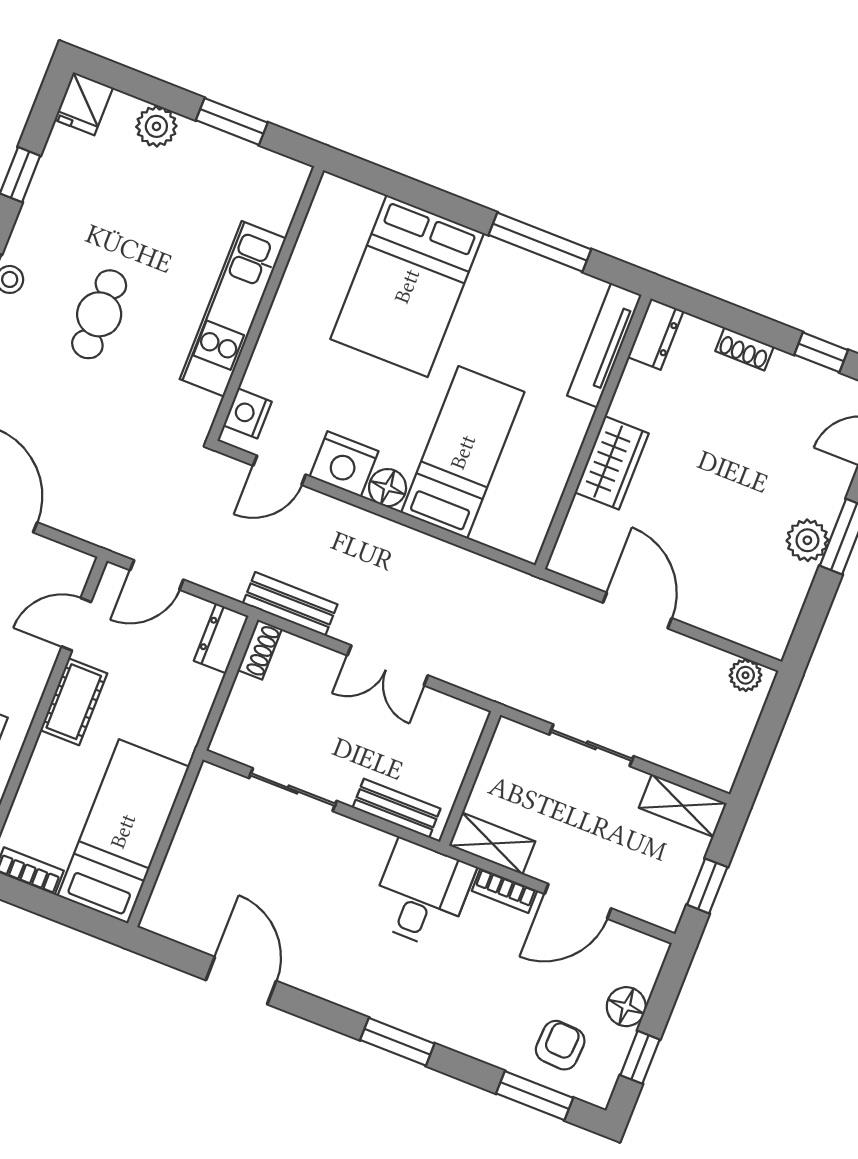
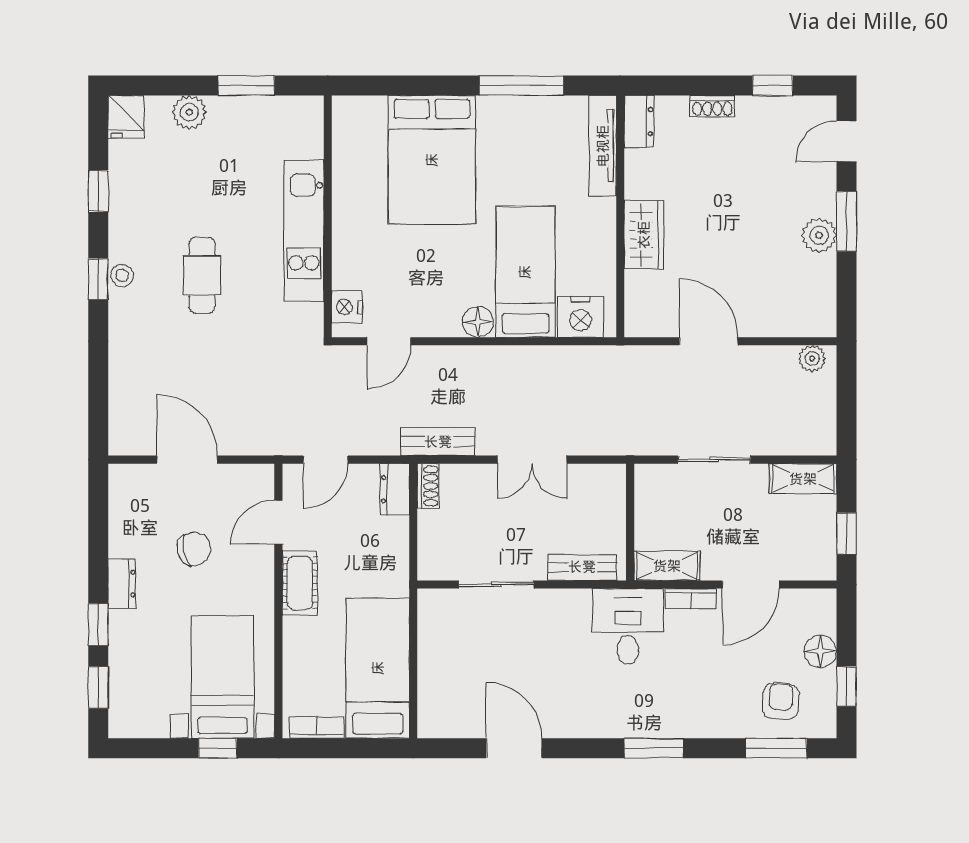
nightstand: (344, 464) -> (580, 317), moved

